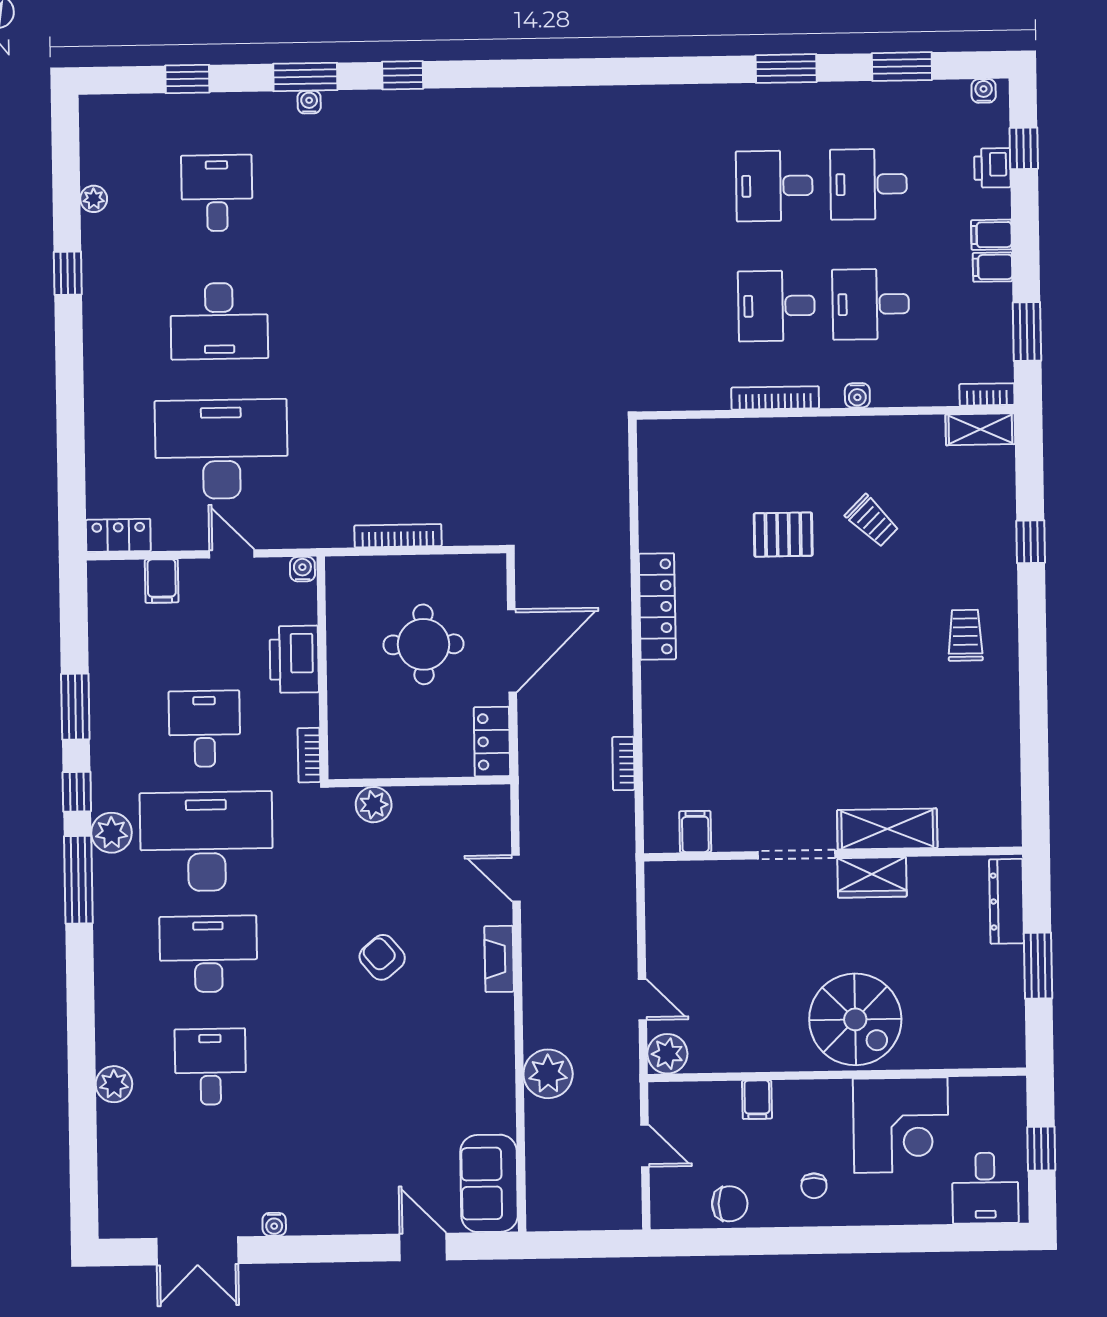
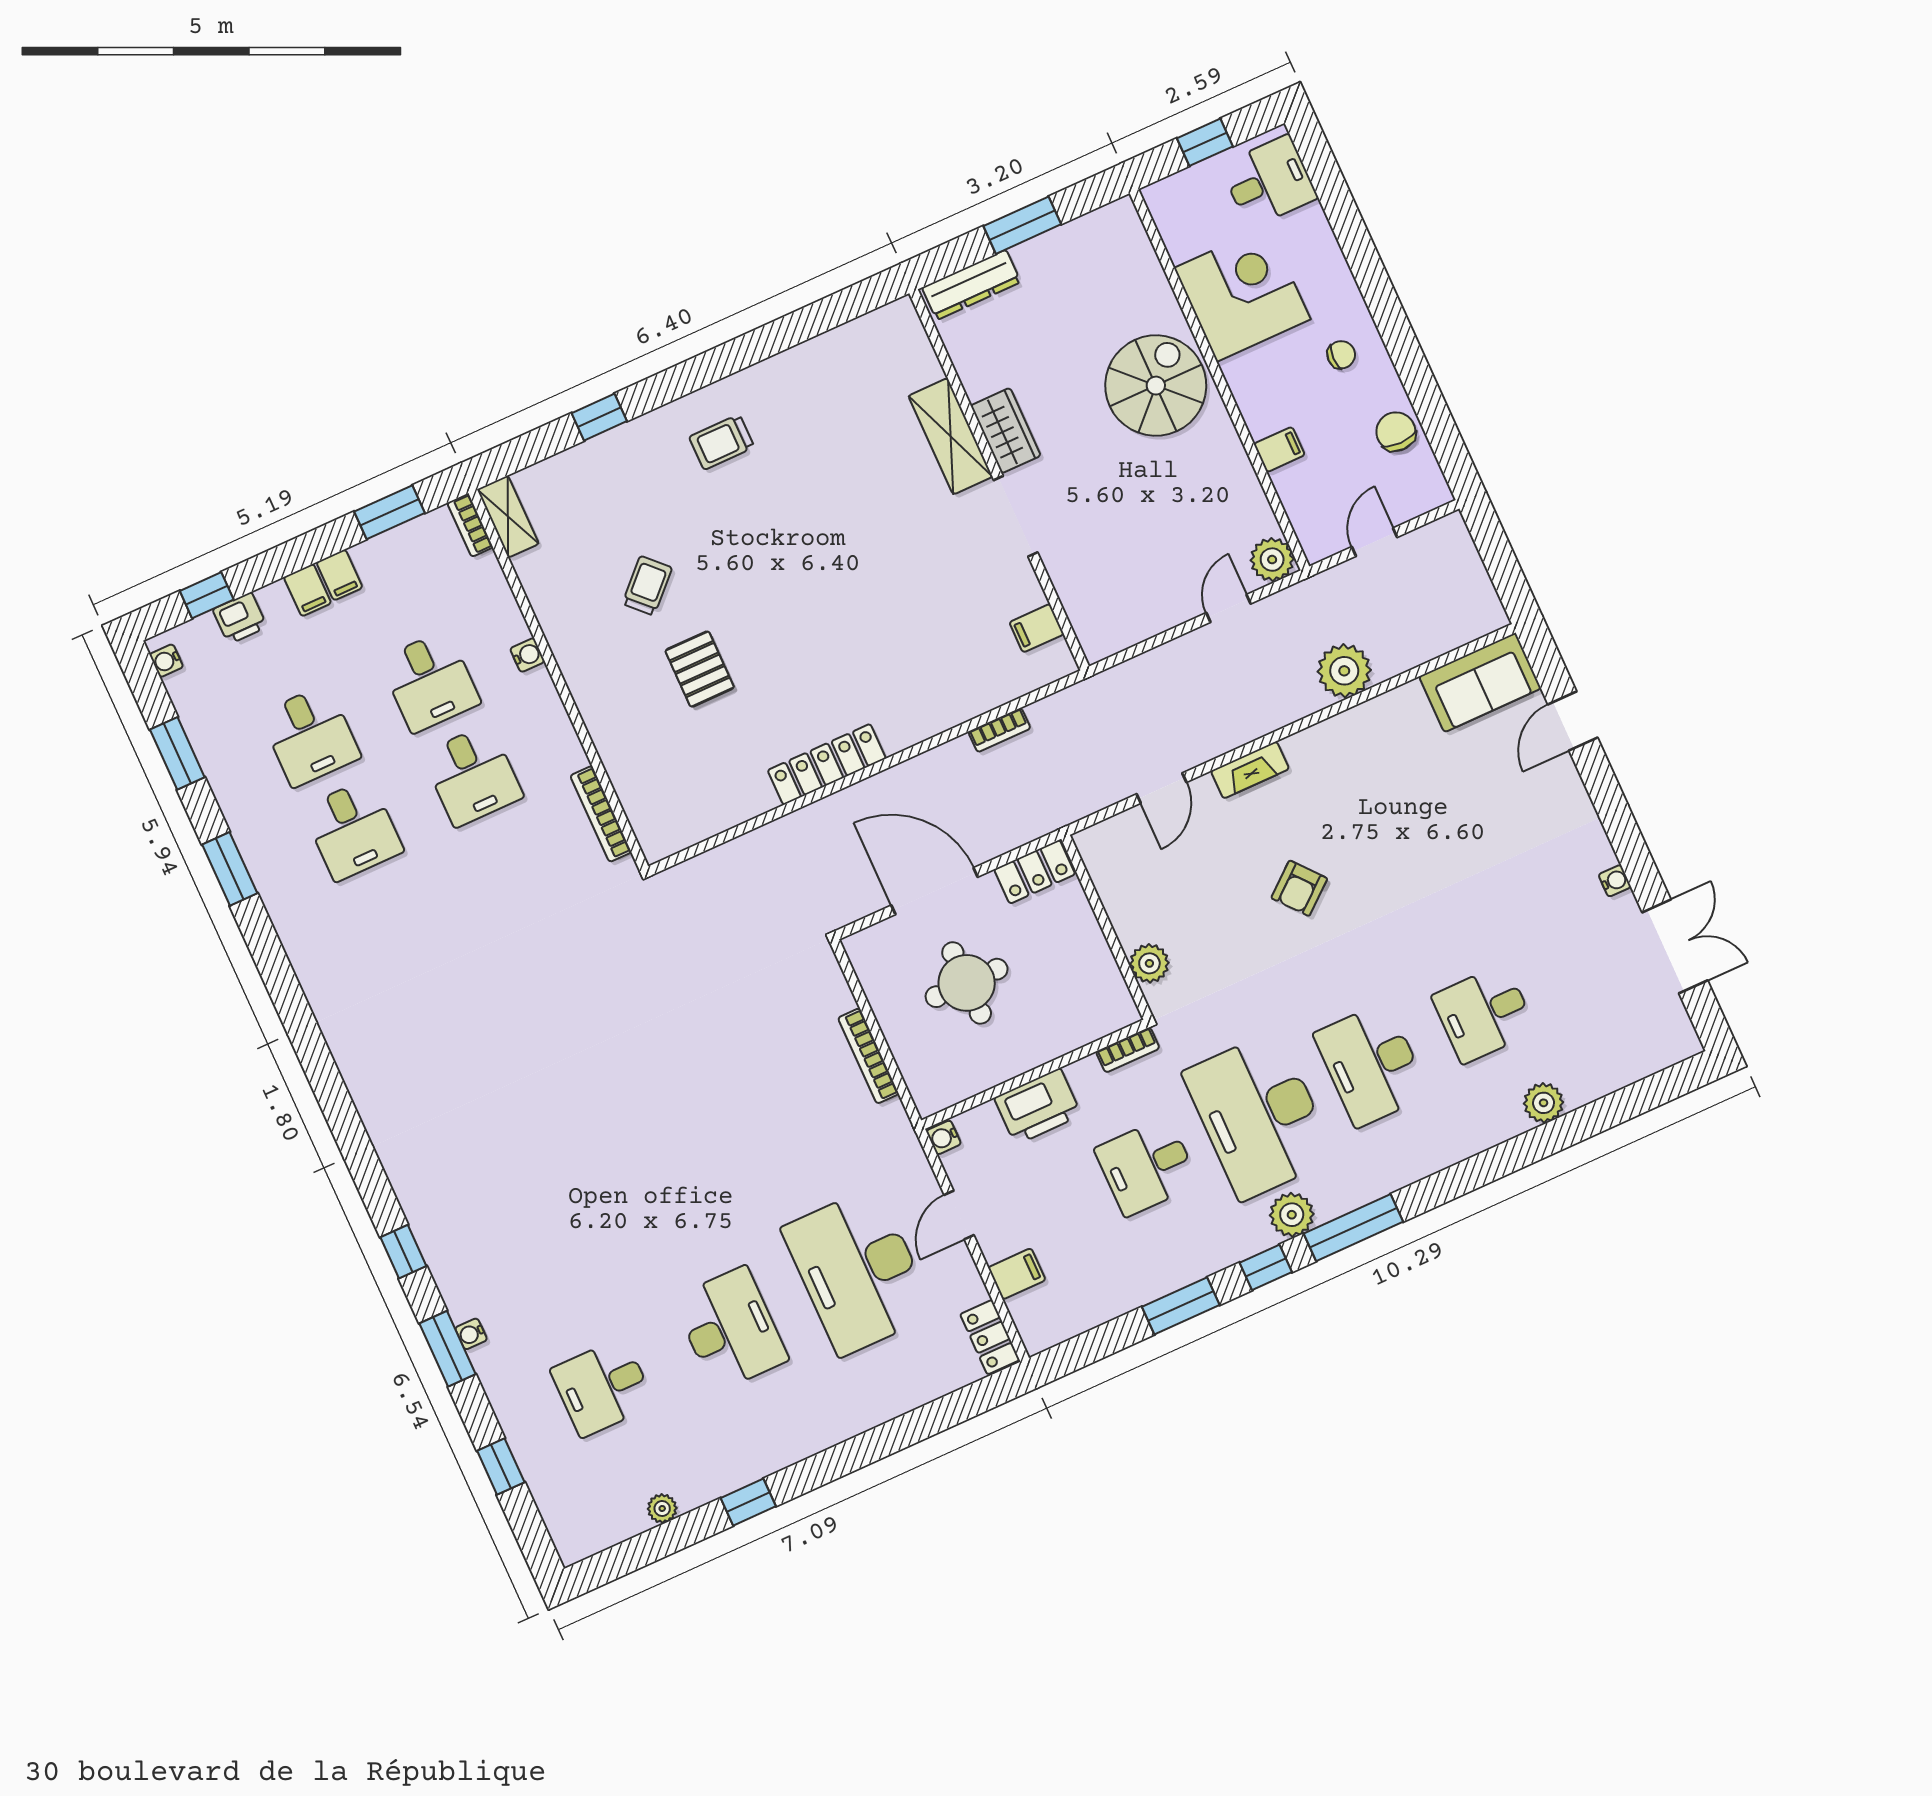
bookcase: (775, 398) -> (601, 814), moved

